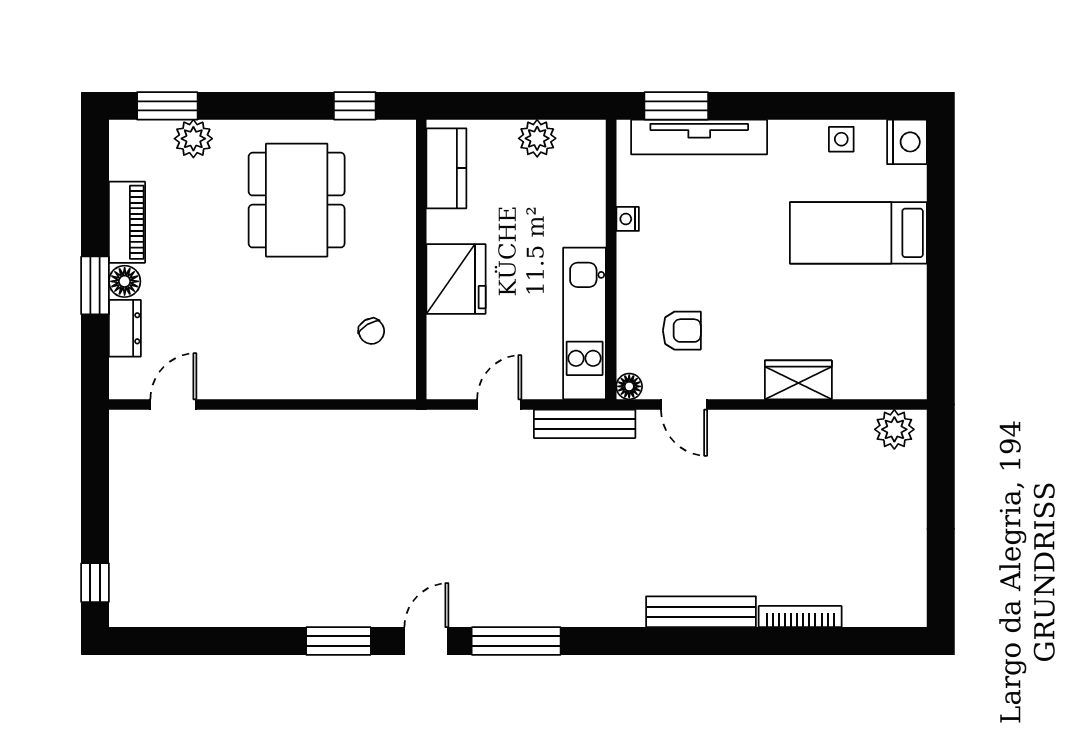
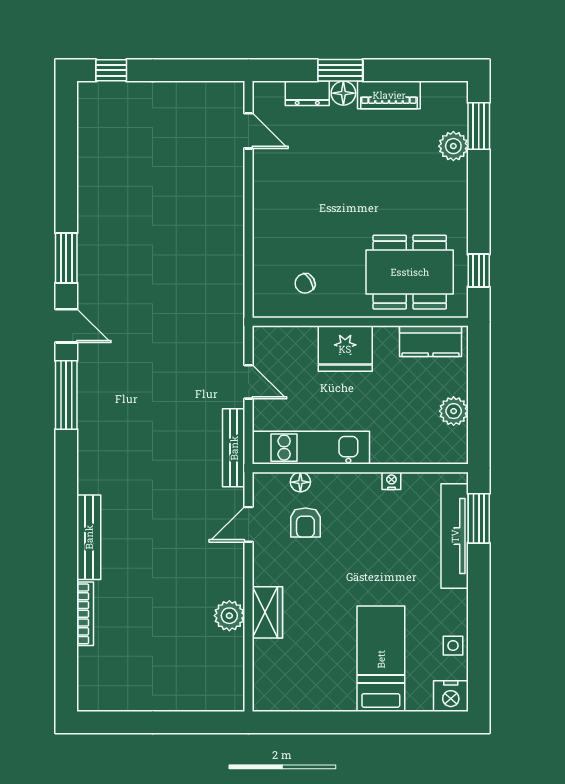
dining table: (297, 200) -> (410, 272), moved
floor lamp: (629, 386) -> (300, 482), moved
plant: (894, 429) -> (229, 616), moved

